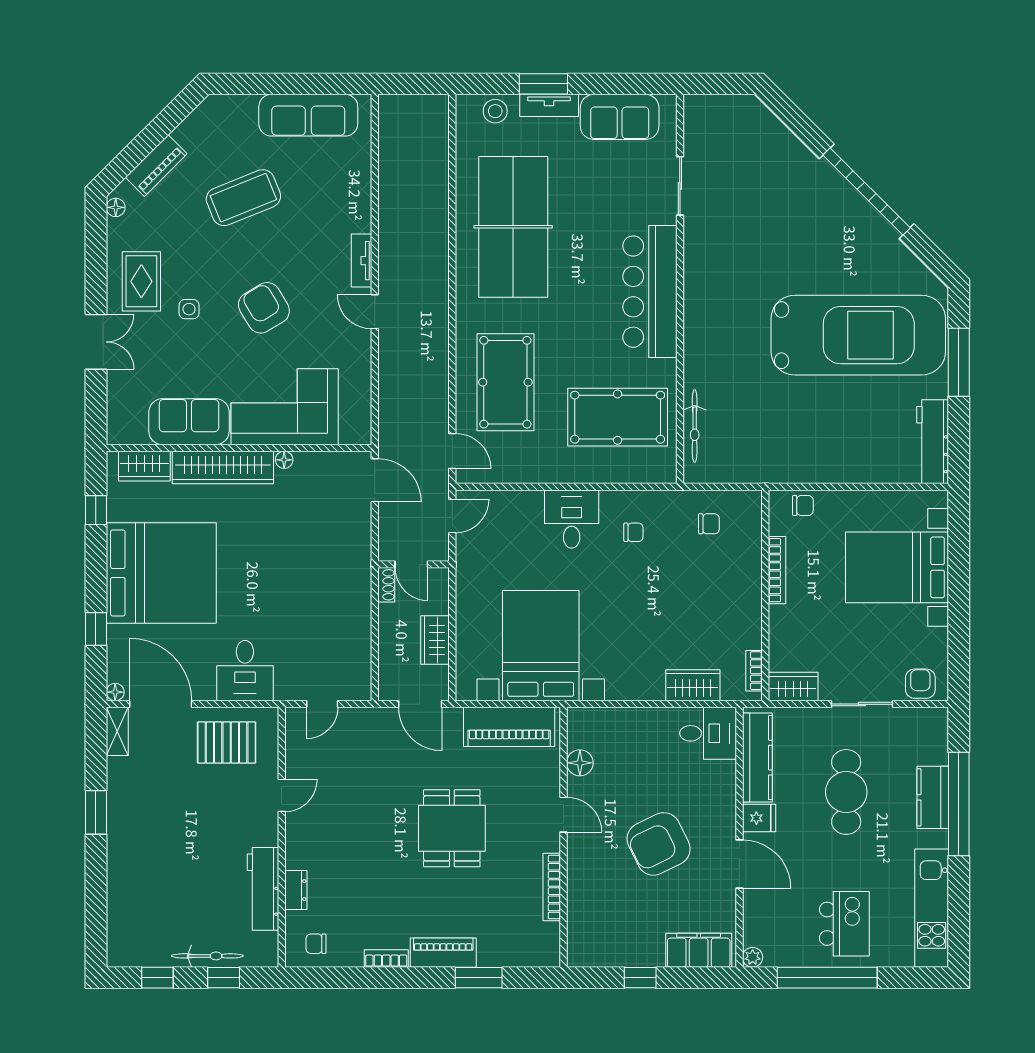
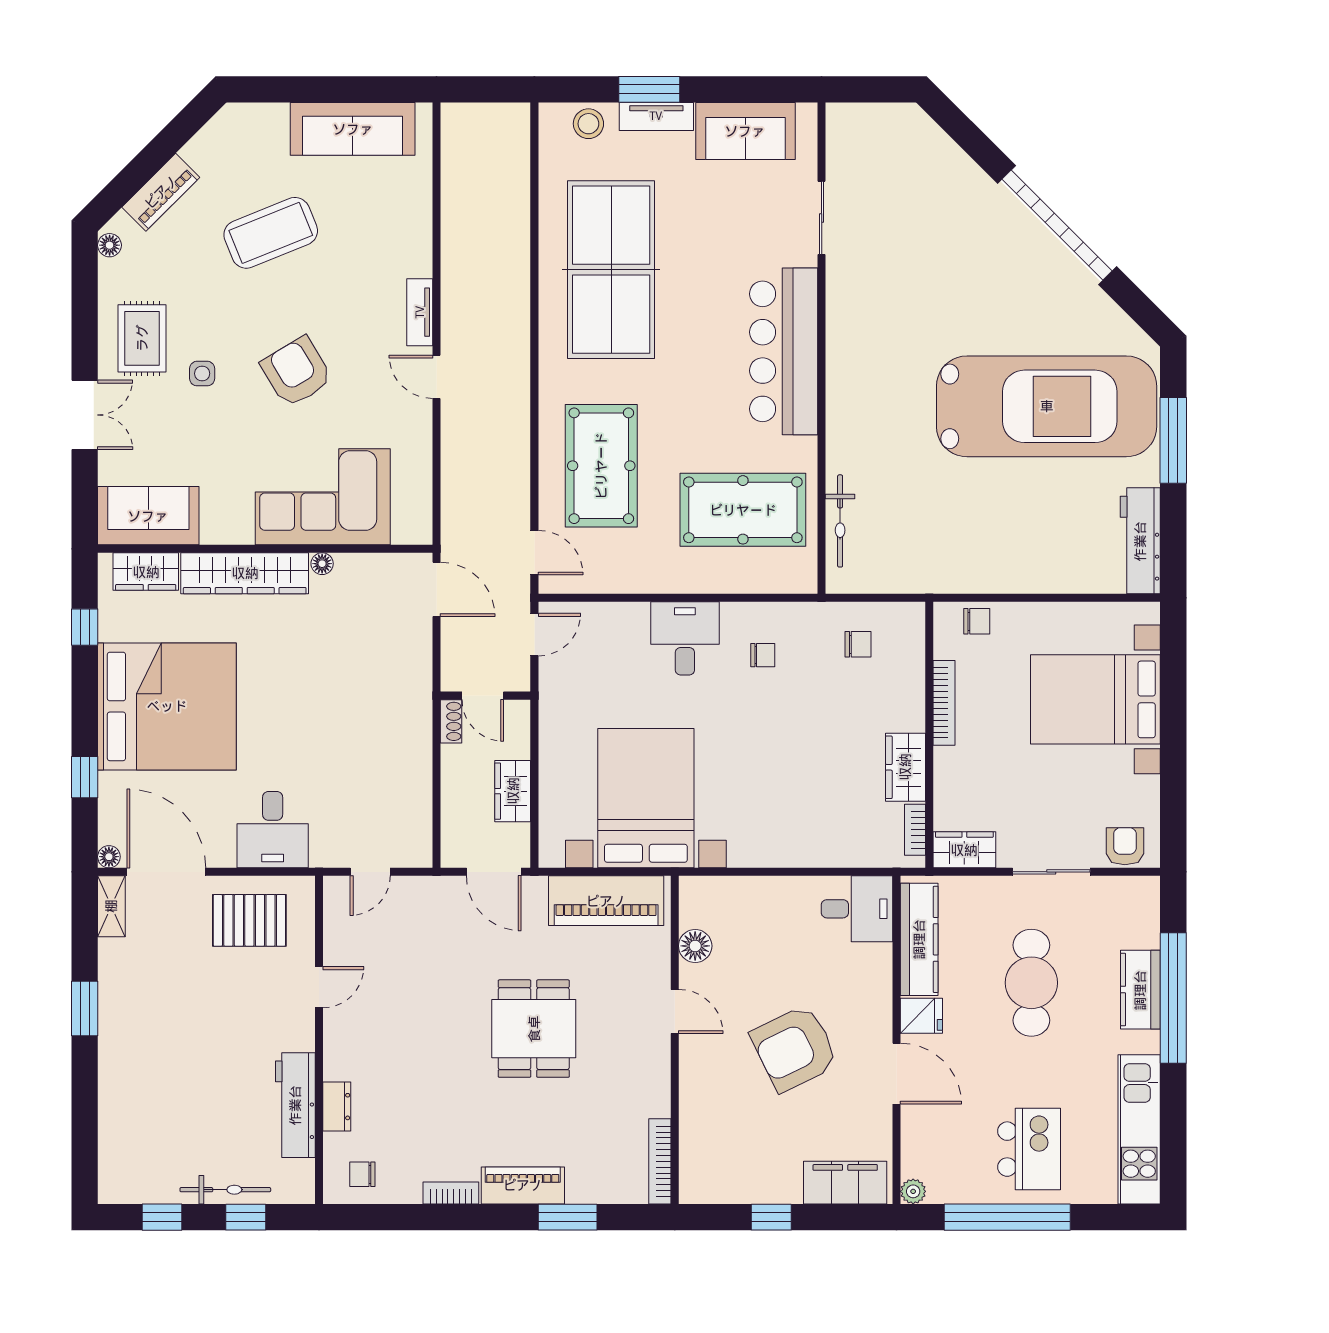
sofa: (189, 422) -> (148, 516), moved
wardrobe: (693, 685) -> (905, 767), moved, turned -90
bookcase: (552, 887) -> (660, 1161), moved

